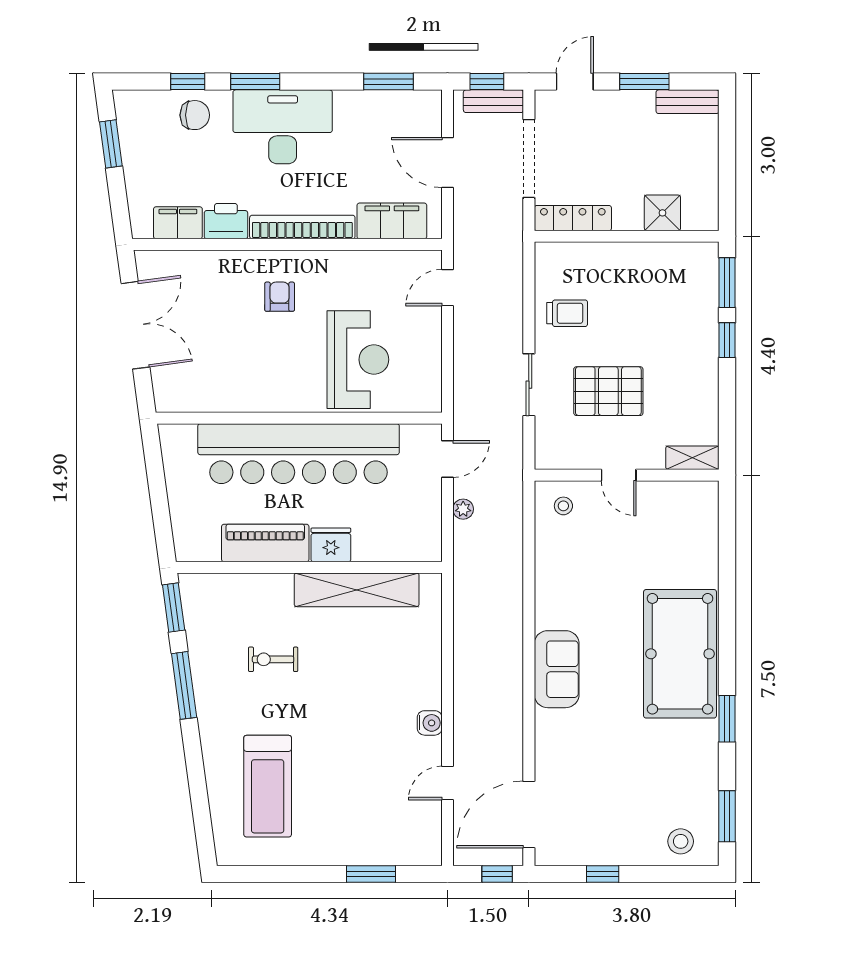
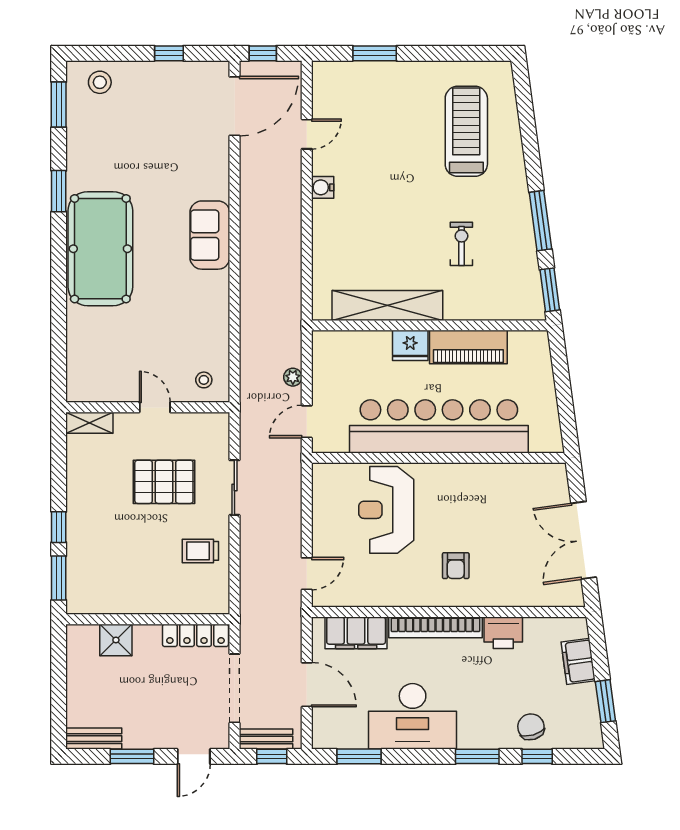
chair: (195, 115) -> (531, 727), turned 74
desk: (283, 127) -> (413, 716), moved
filing cabinet: (178, 223) -> (578, 661), moved, turned 82
exercise bike: (273, 659) -> (461, 244), turned -90

